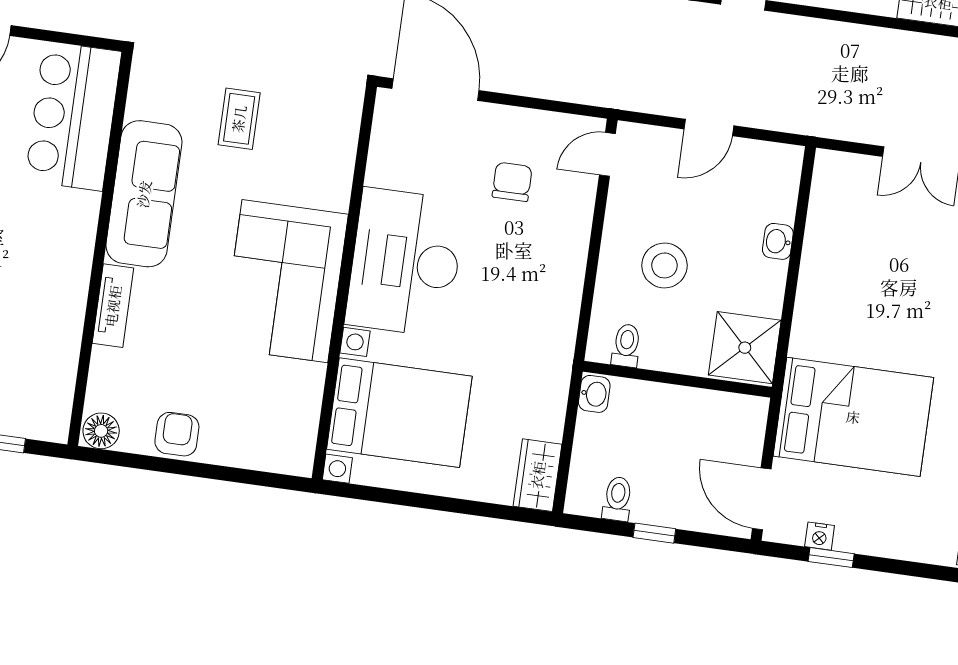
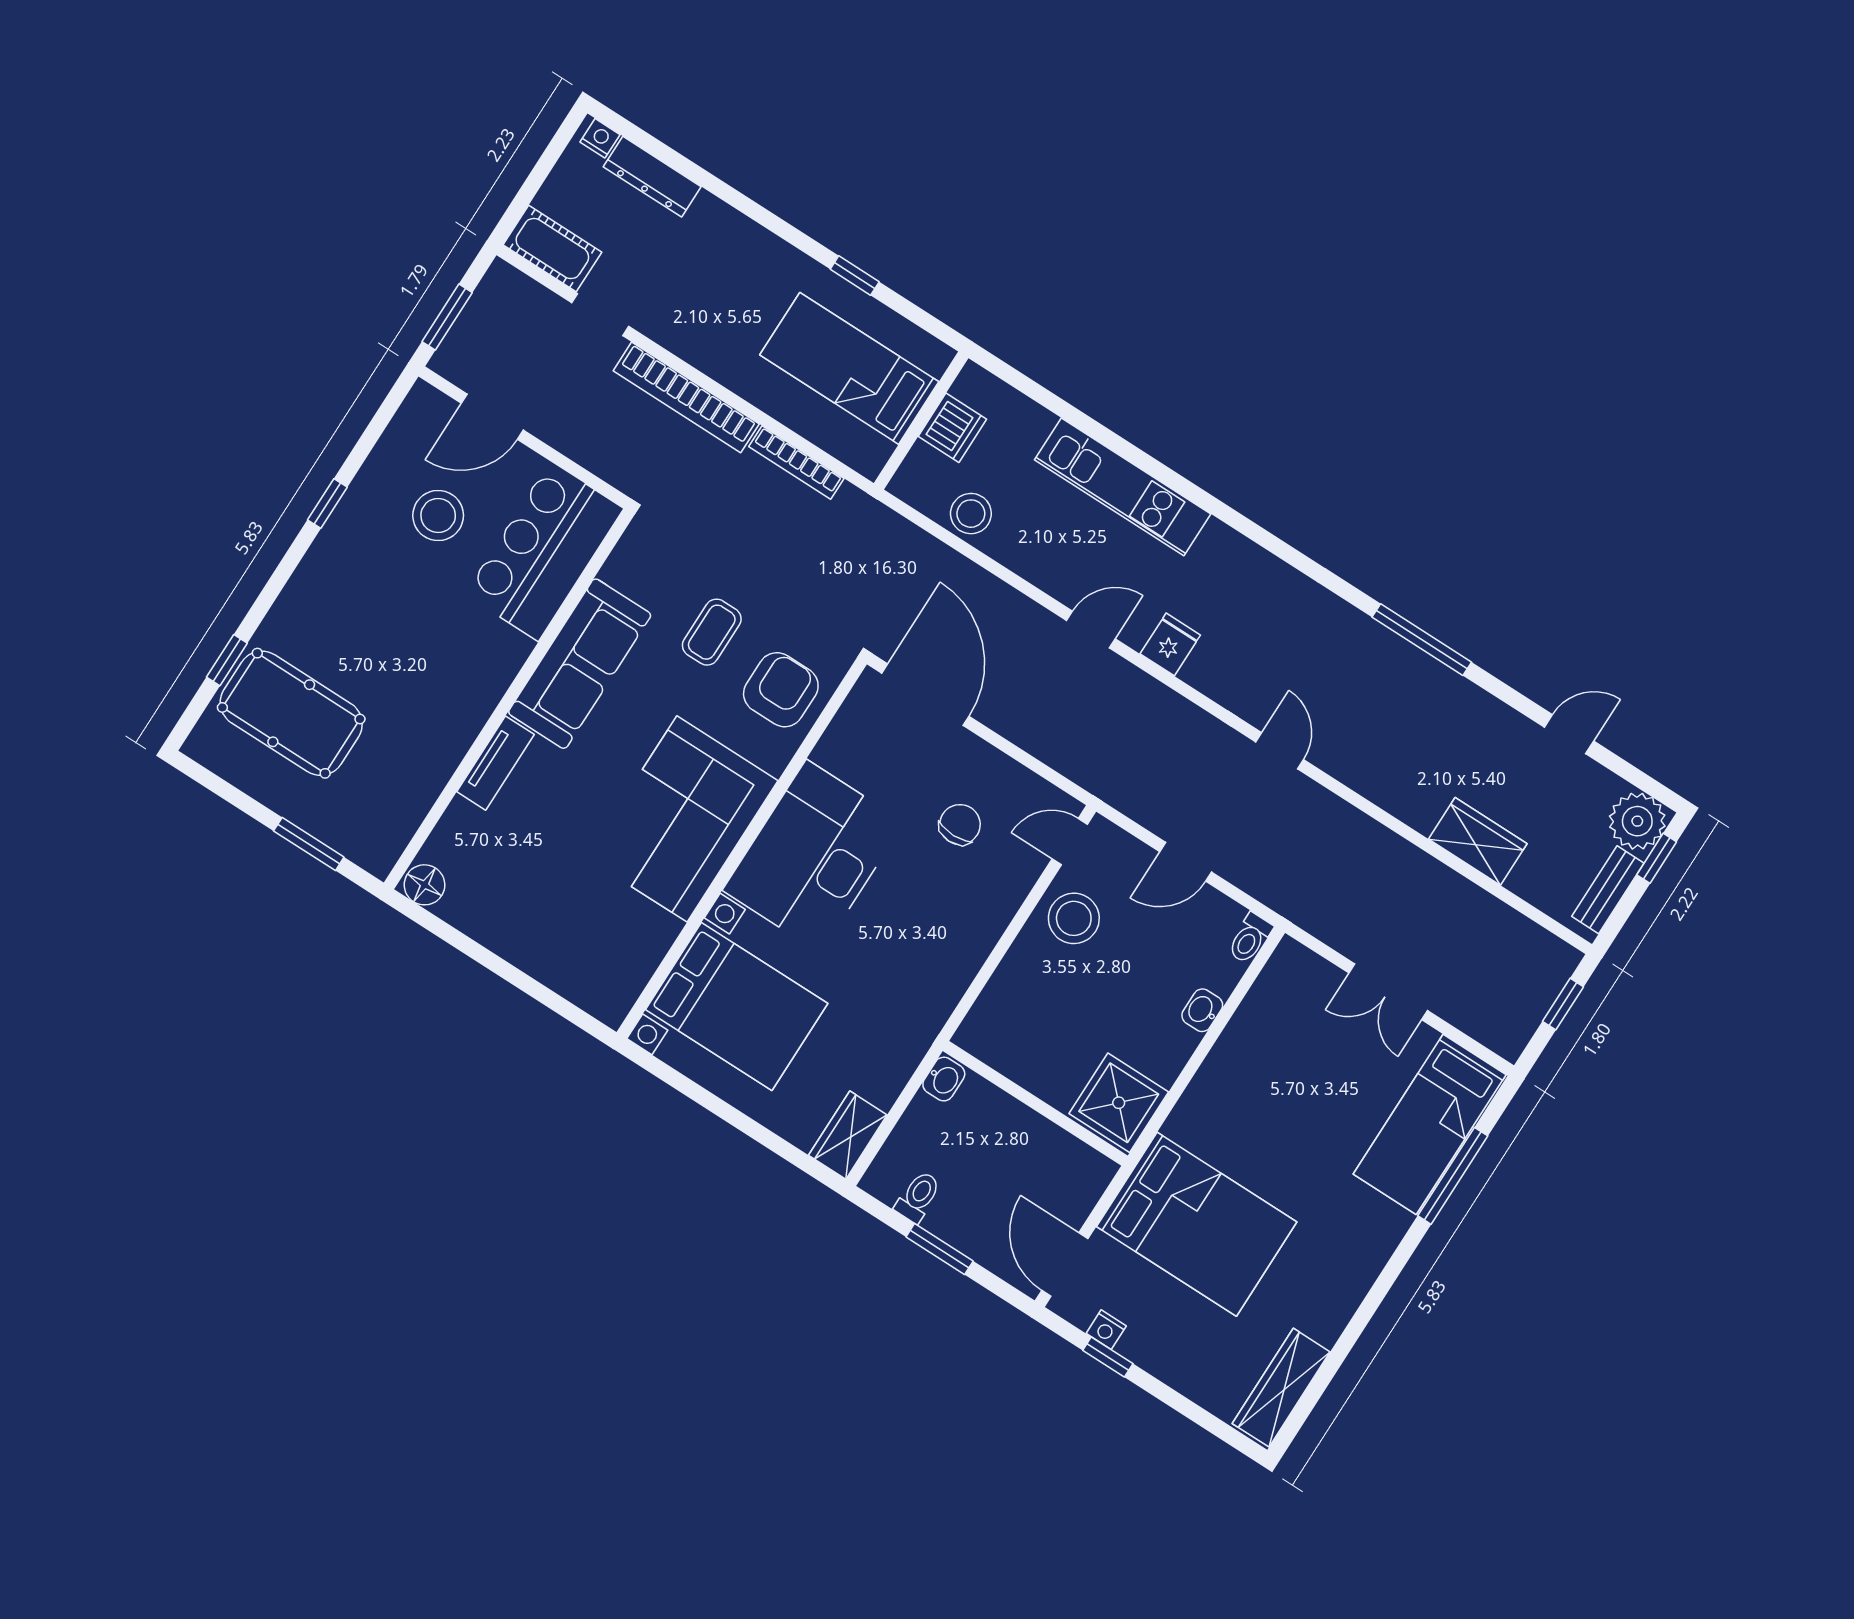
stool: (664, 265) -> (1074, 918), moved
toilet: (626, 345) -> (1250, 938), moved, turned 180
armchair: (177, 434) -> (781, 690), moved, width x1.38, depth x1.38
window: (654, 533) -> (940, 1249), width x1.50

